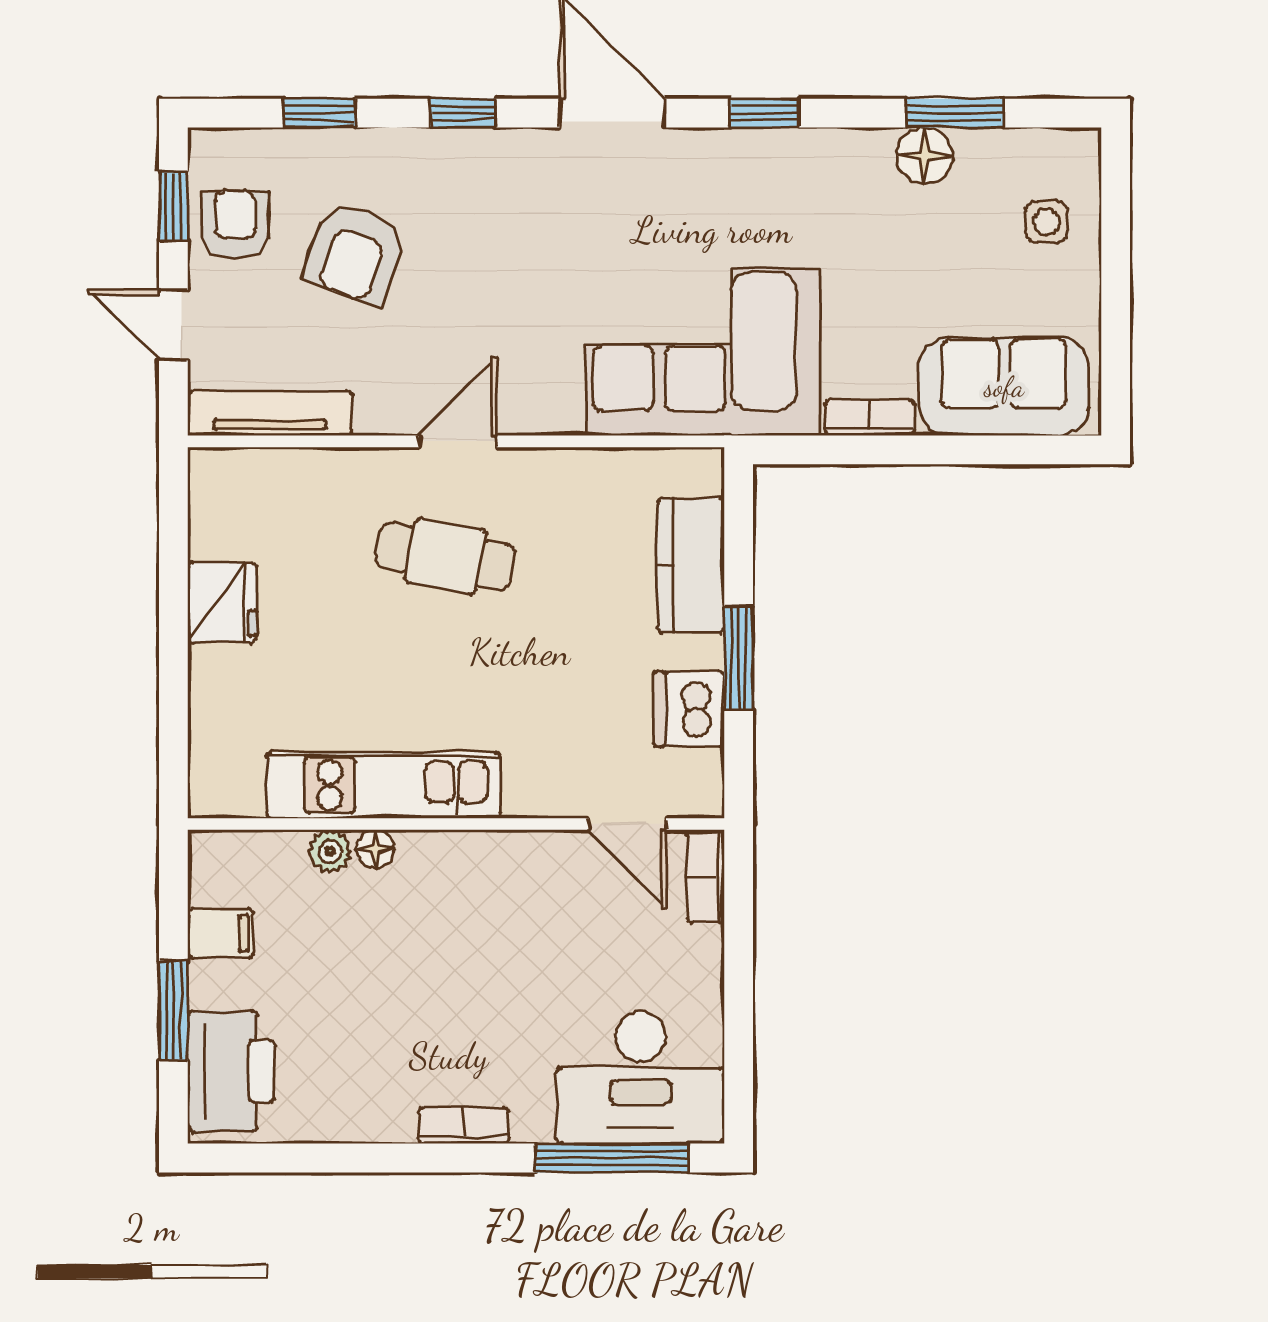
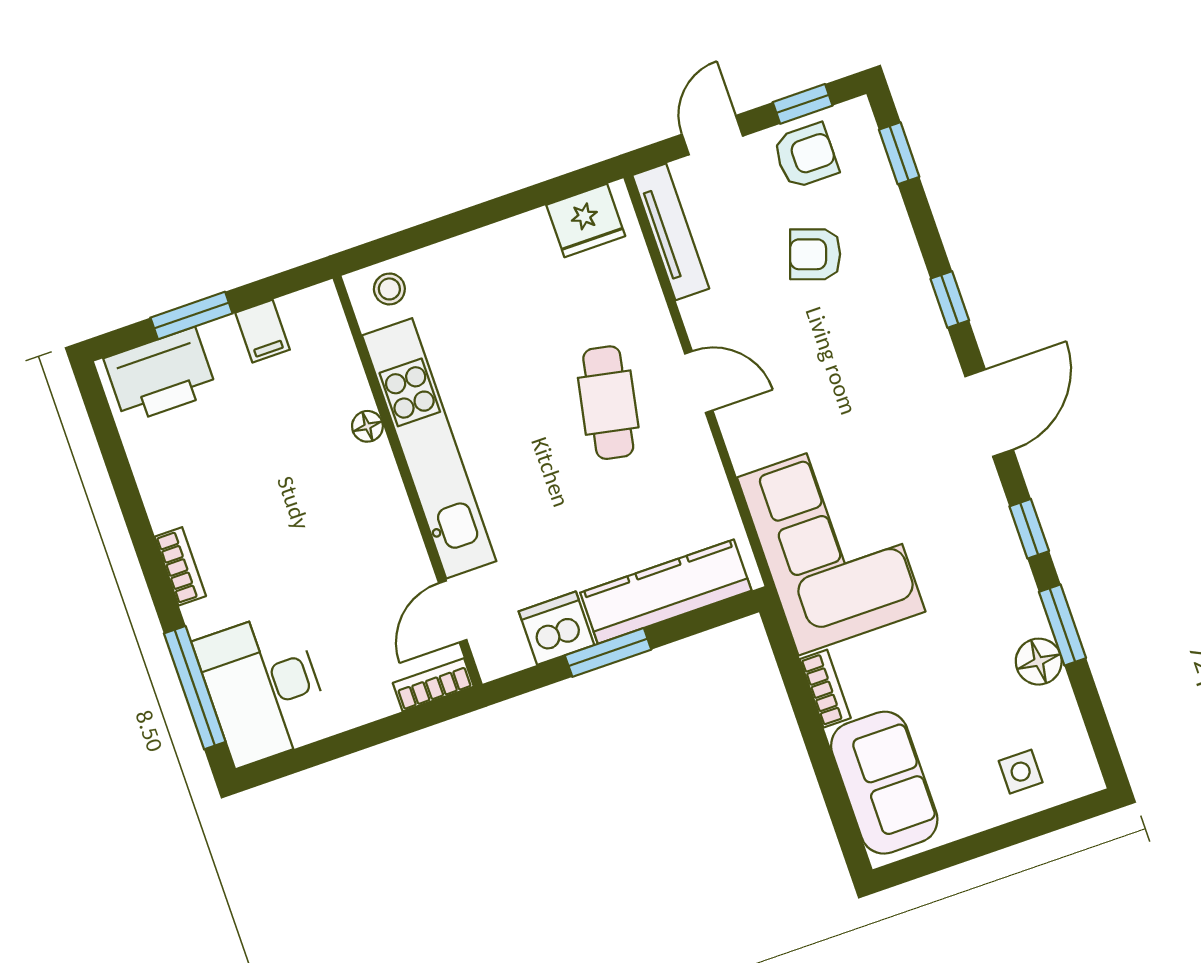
window: (319, 113) -> (899, 153), moved
window: (954, 113) -> (1062, 625), moved
armchair: (355, 253) -> (815, 254), width x0.72, depth x0.72
kitchen counter: (691, 565) -> (666, 592), width x1.50
fridge: (222, 602) -> (586, 221), moved
stool: (223, 767) -> (389, 289), added
kitchen unit: (384, 785) -> (429, 448), width x1.36
plant: (330, 851) -> (354, 393), removed

